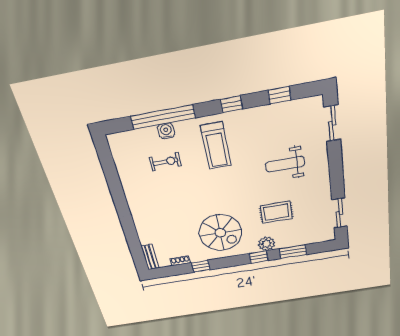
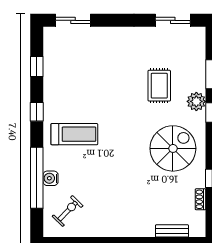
exercise bike: (165, 162) -> (68, 211), moved, turned 44
weight bench: (285, 164) -> (106, 70), removed
bench: (150, 257) -> (172, 231), moved

